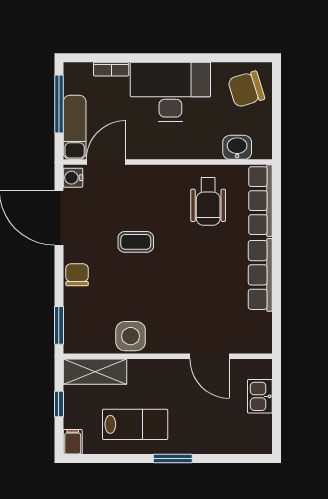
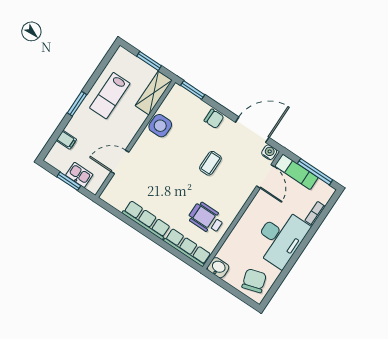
washbasin: (237, 147) -> (218, 268), moved, turned -90
window: (59, 404) -> (149, 61), width x1.50
window: (276, 404) -> (69, 181), added
filing cabinet: (73, 442) -> (66, 140), moved

